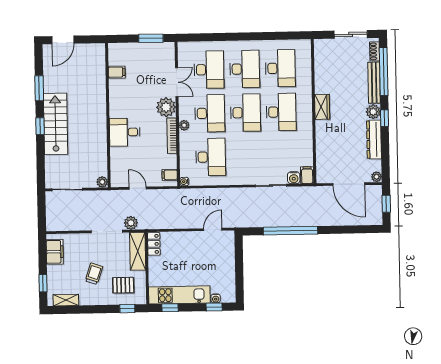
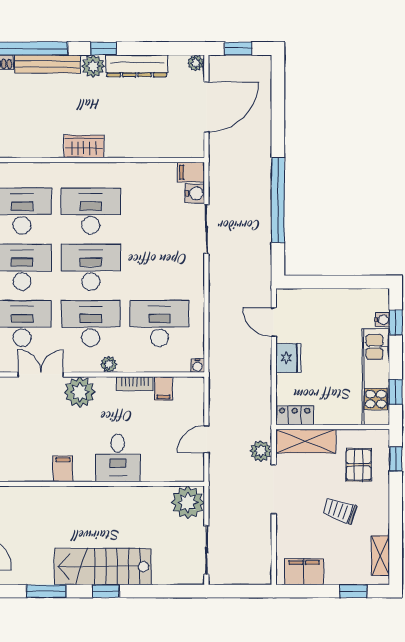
filing cabinet: (117, 72) -> (63, 469), moved
bookcase: (172, 136) -> (135, 384), width x0.64
filing cabinet: (170, 175) -> (163, 388), moved
plant: (102, 182) -> (188, 502), width x1.87, depth x1.87
fridge: (190, 239) -> (288, 358), added

